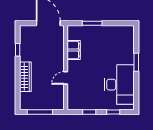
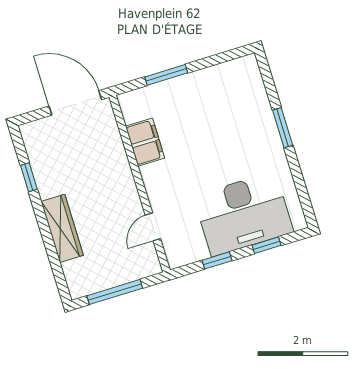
door: (66, 78) -> (153, 227), moved
desk: (119, 85) -> (243, 214), moved, turned 90

